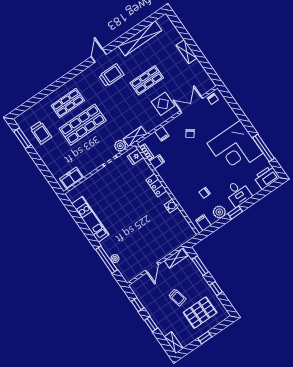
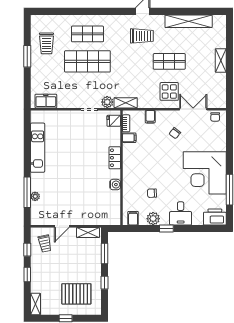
window: (22, 138) -> (27, 56), moved
trolley: (177, 297) -> (45, 244), moved

